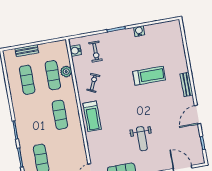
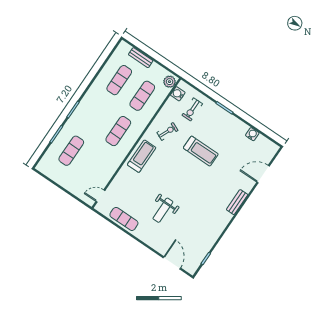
water cooler: (139, 31) -> (252, 134), moved
plant: (66, 72) -> (170, 82), moved
treadmill: (149, 76) -> (201, 151), moved
door: (198, 115) -> (263, 174), moved
treadmill: (92, 116) -> (142, 156), turned 180

